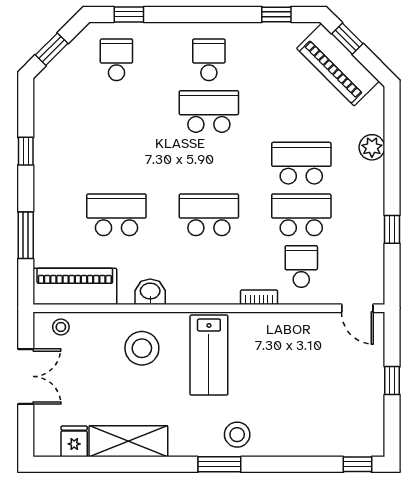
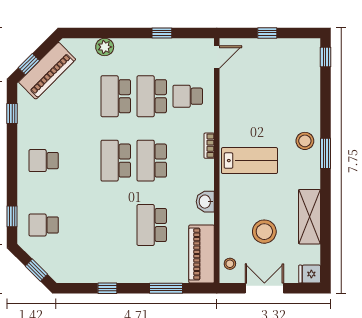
school desk: (209, 111) -> (116, 161), moved
bookcase: (259, 297) -> (209, 146), moved
stool: (142, 348) -> (264, 232), moved
fridge: (74, 441) -> (310, 274), moved

